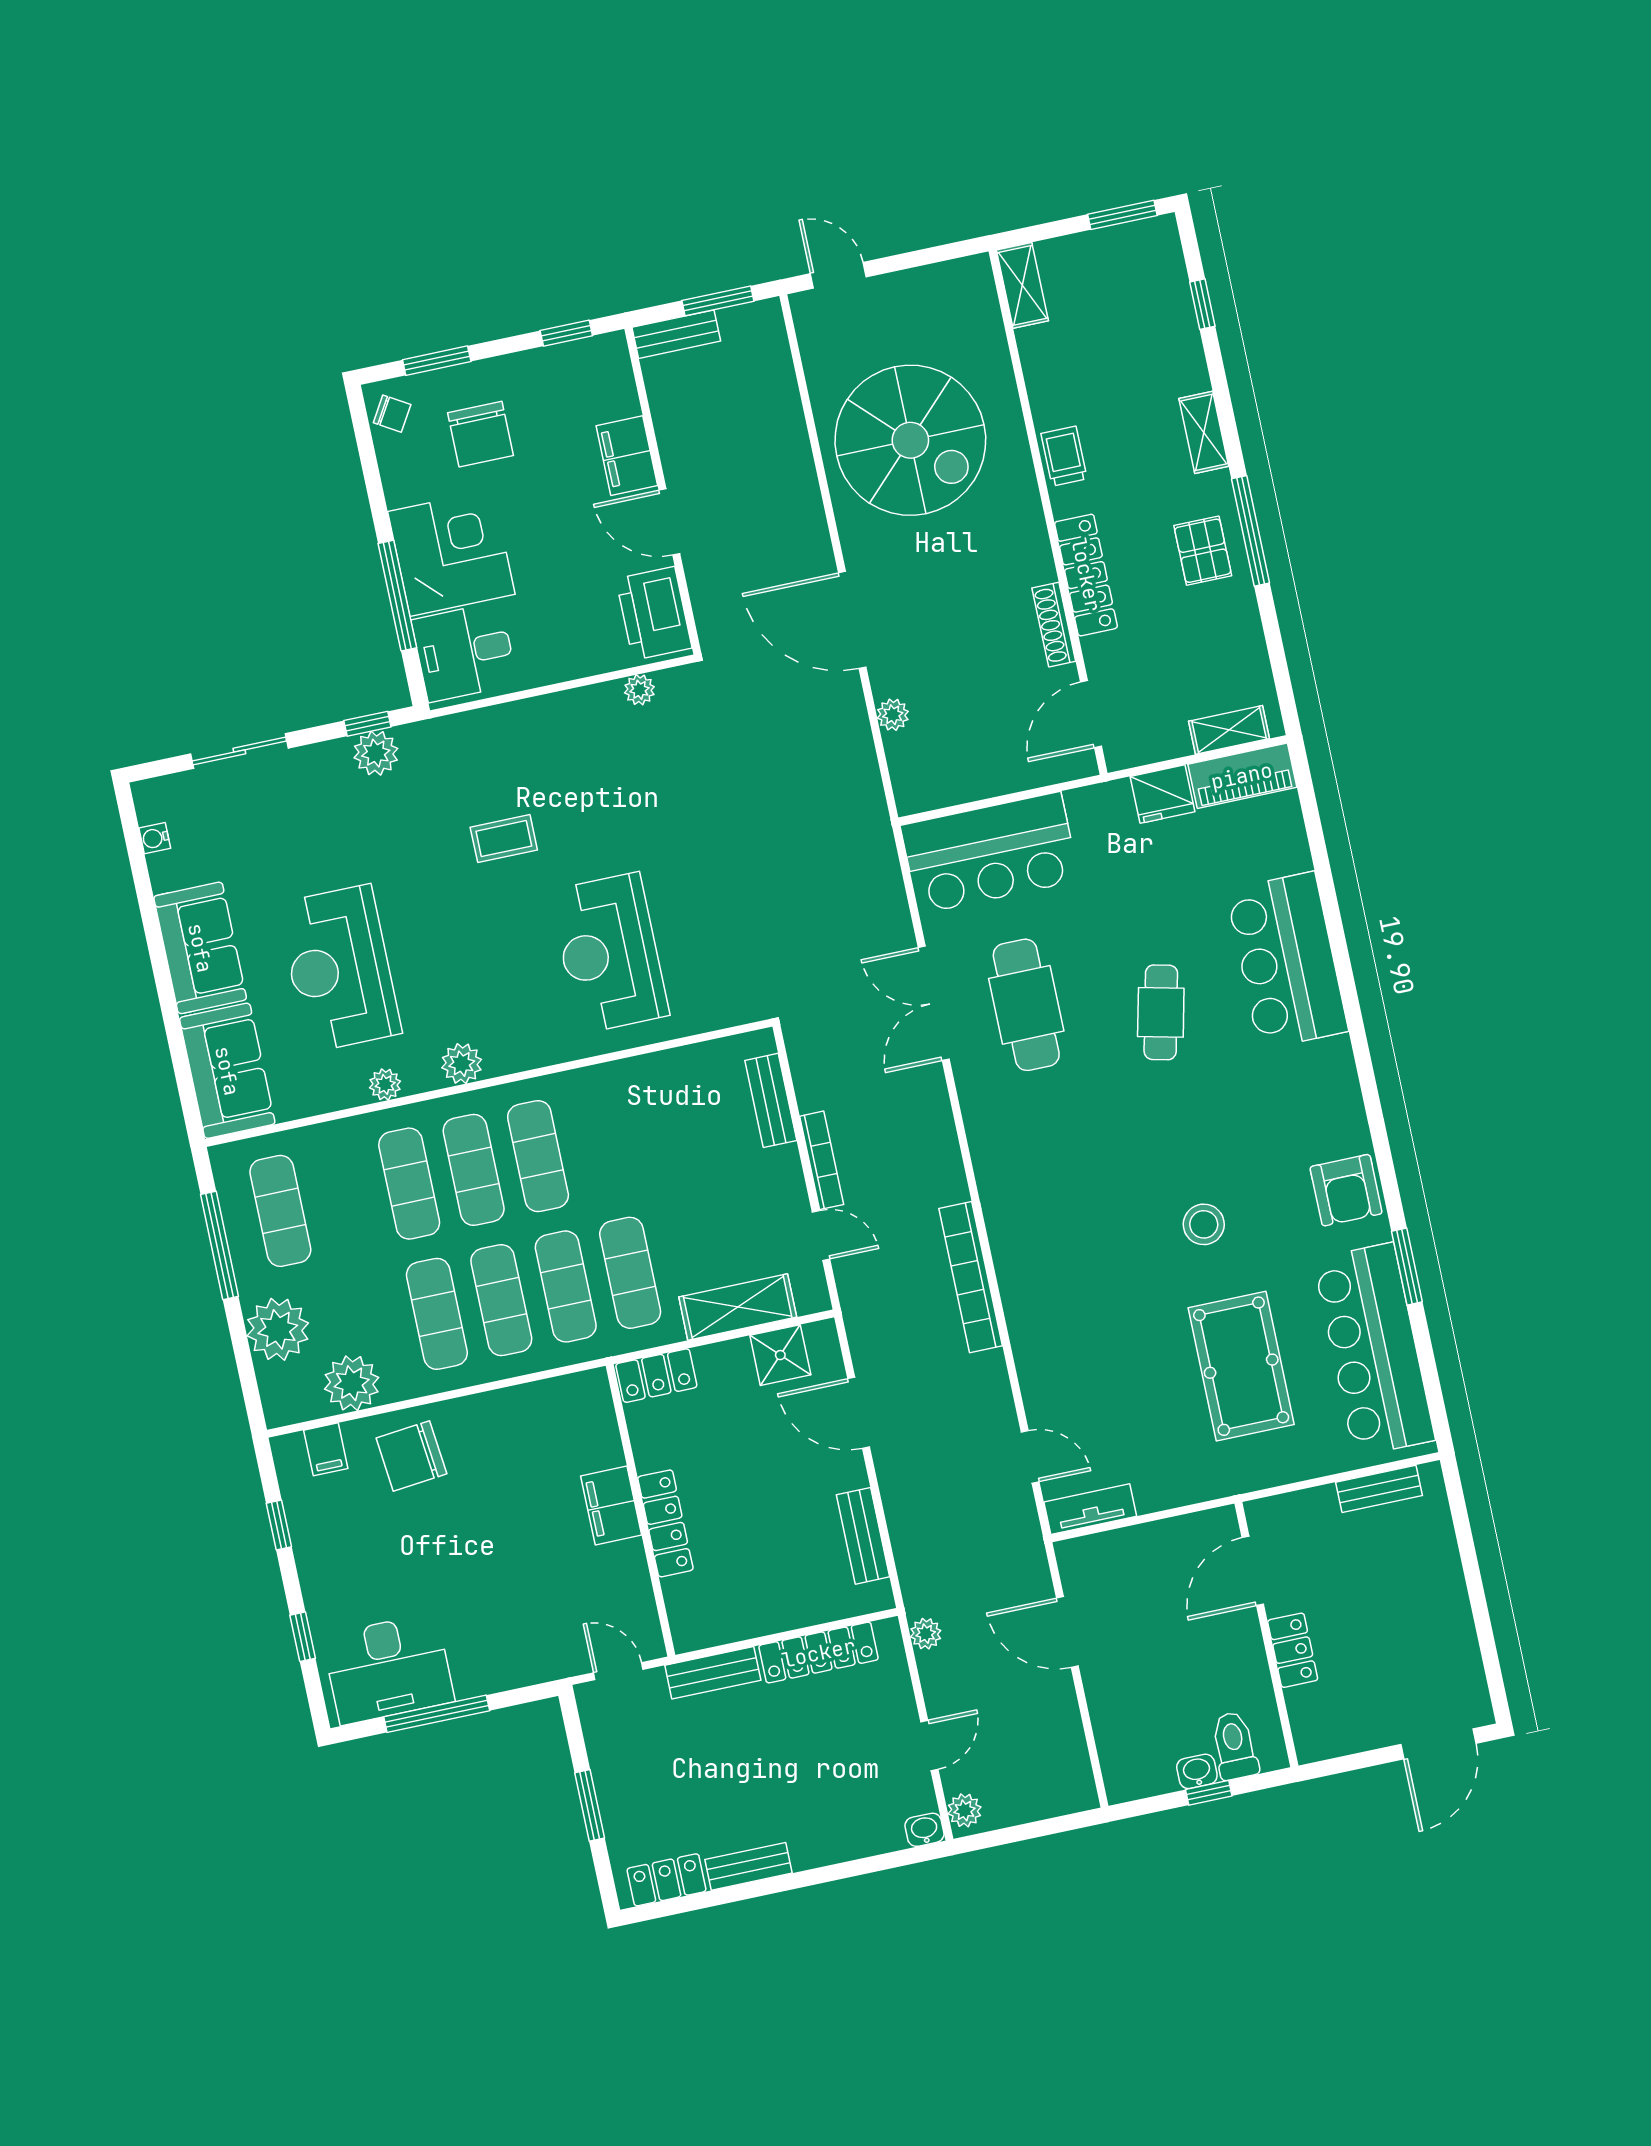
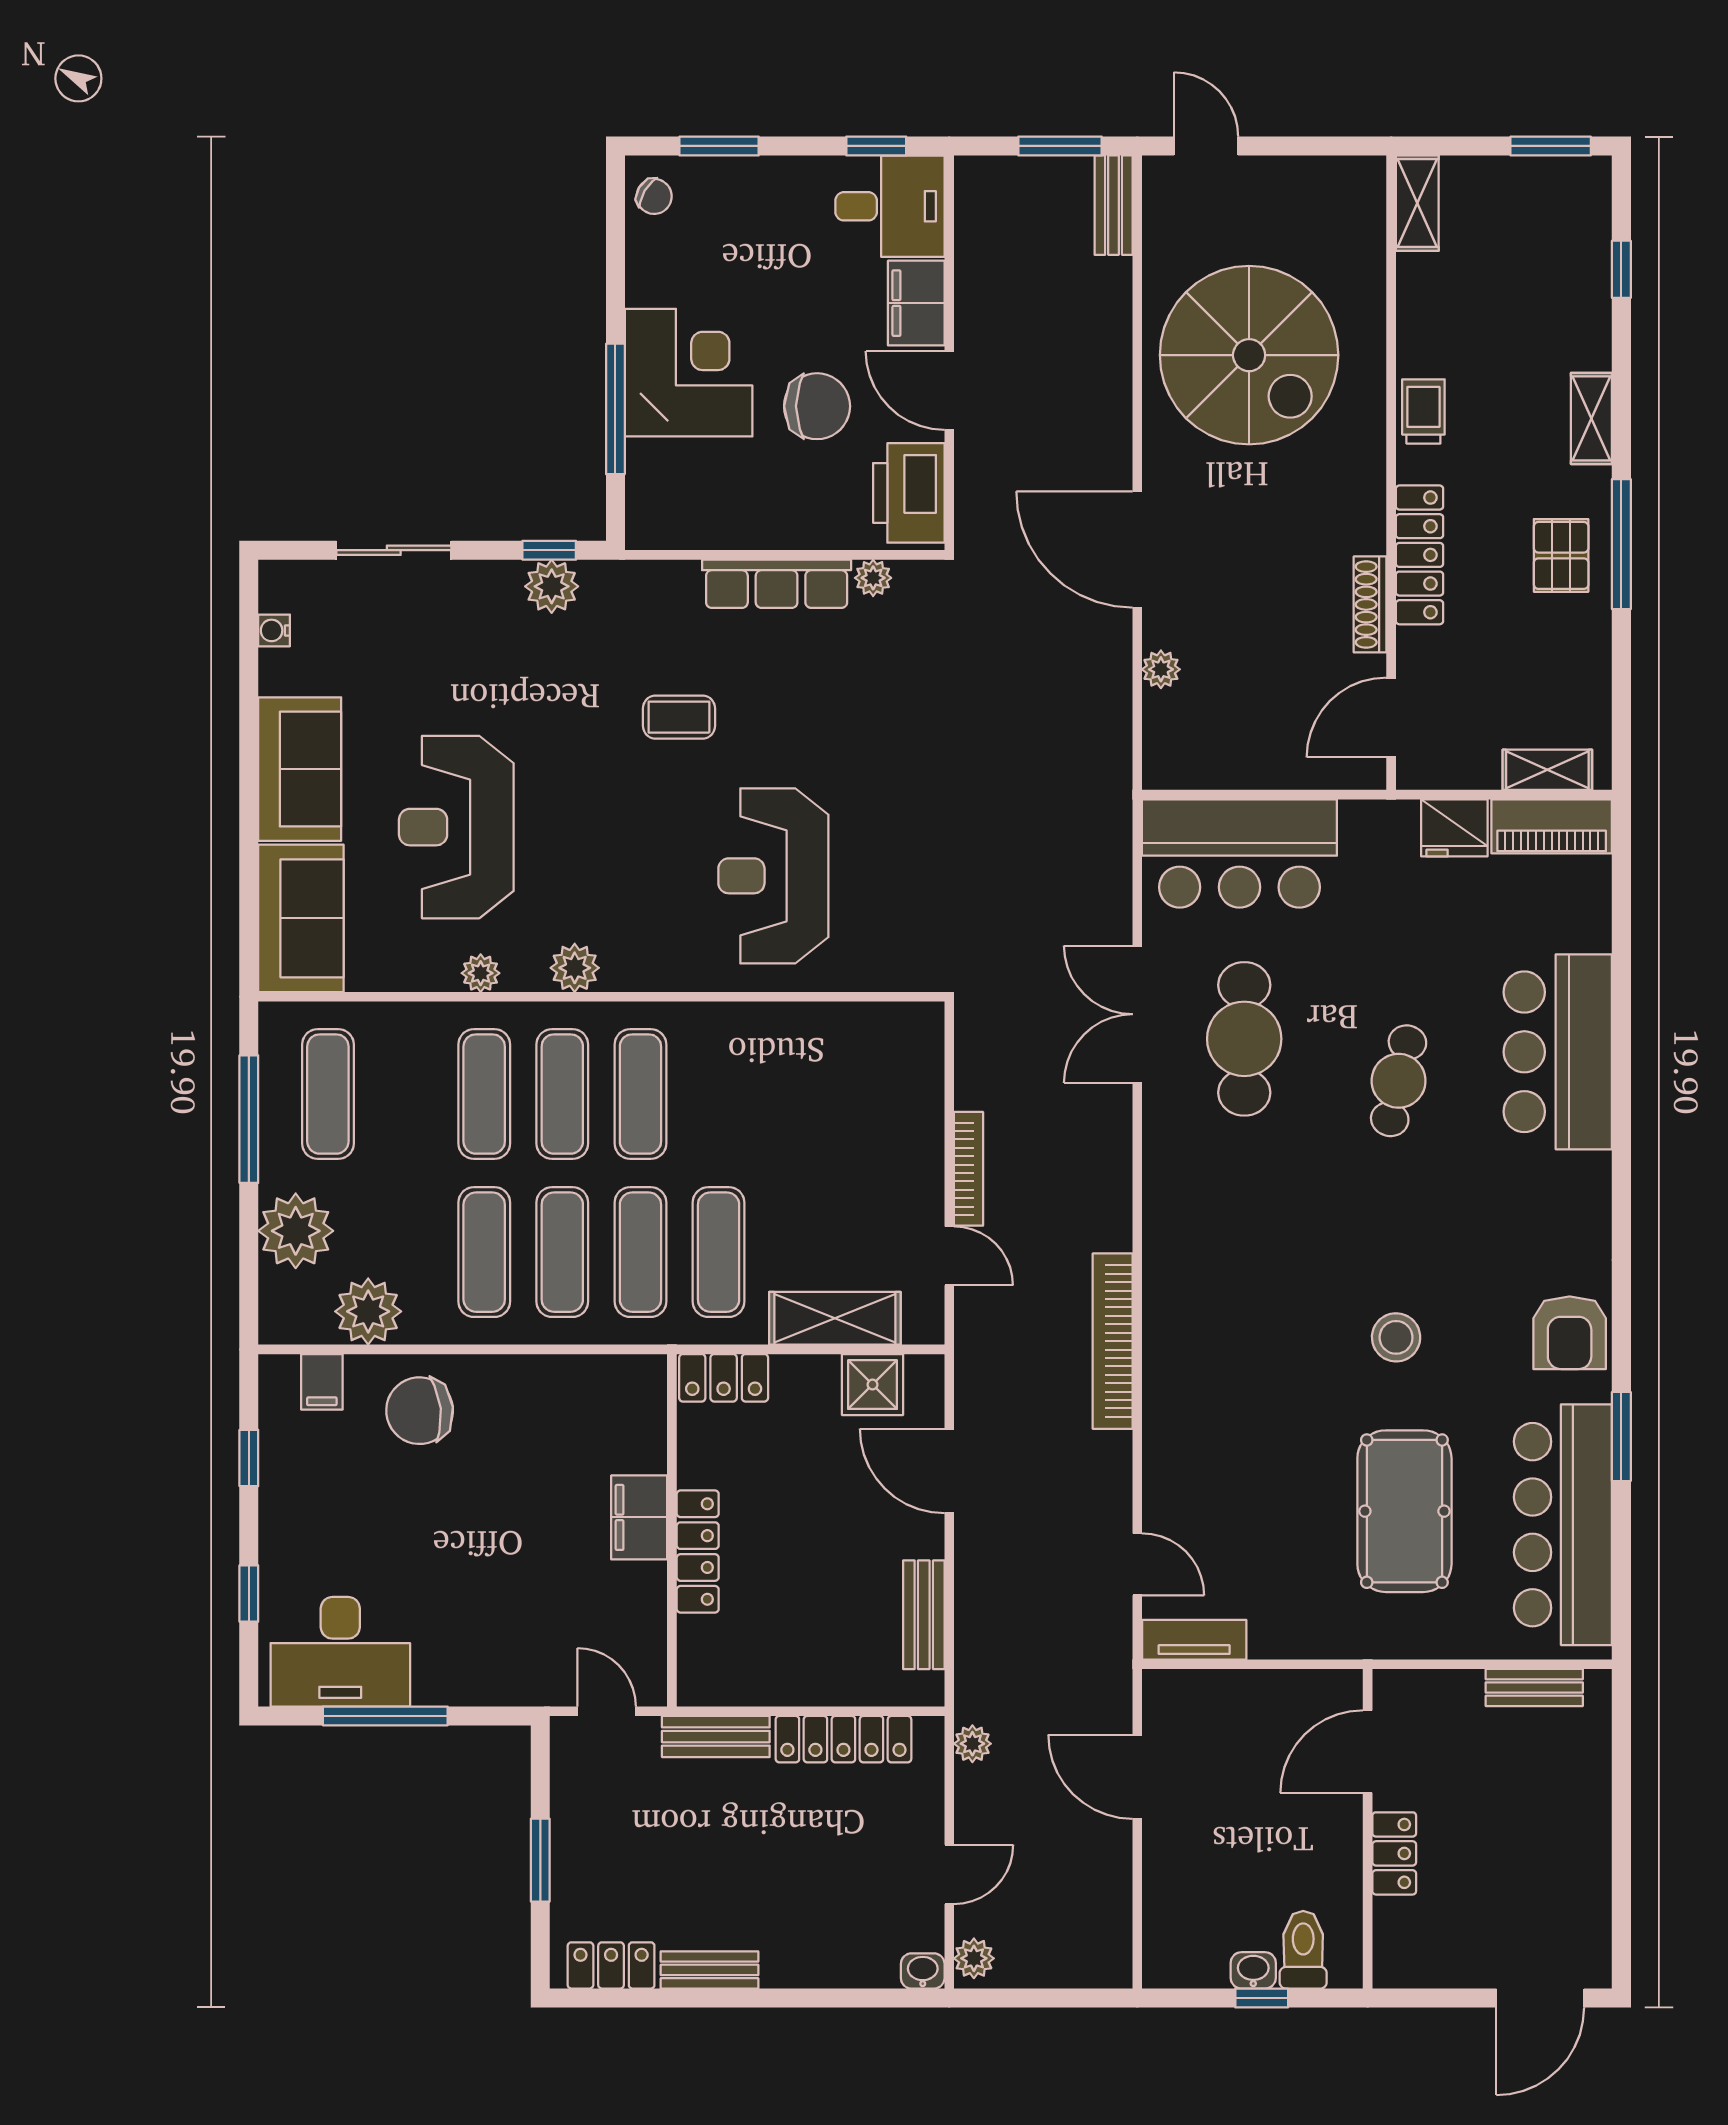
bench: (676, 334) -> (1114, 205), moved, turned 90
chair: (480, 434) -> (817, 406), moved, turned -90
desk: (464, 652) -> (890, 206), moved, turned 180
row of seats: (561, 712) -> (777, 584), added
bench: (771, 1100) -> (924, 1087), removed

